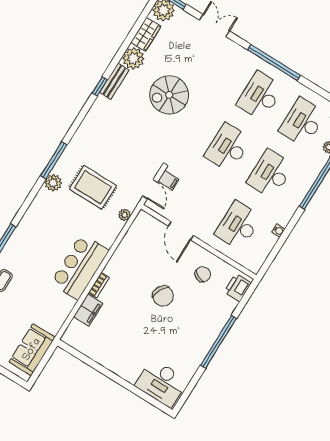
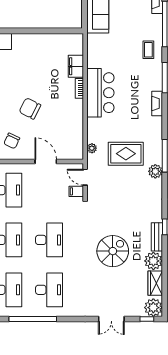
window: (274, 63) -> (33, 319), moved
plant: (53, 183) -> (155, 171), moved
fireplace: (28, 219) -> (157, 104), added

